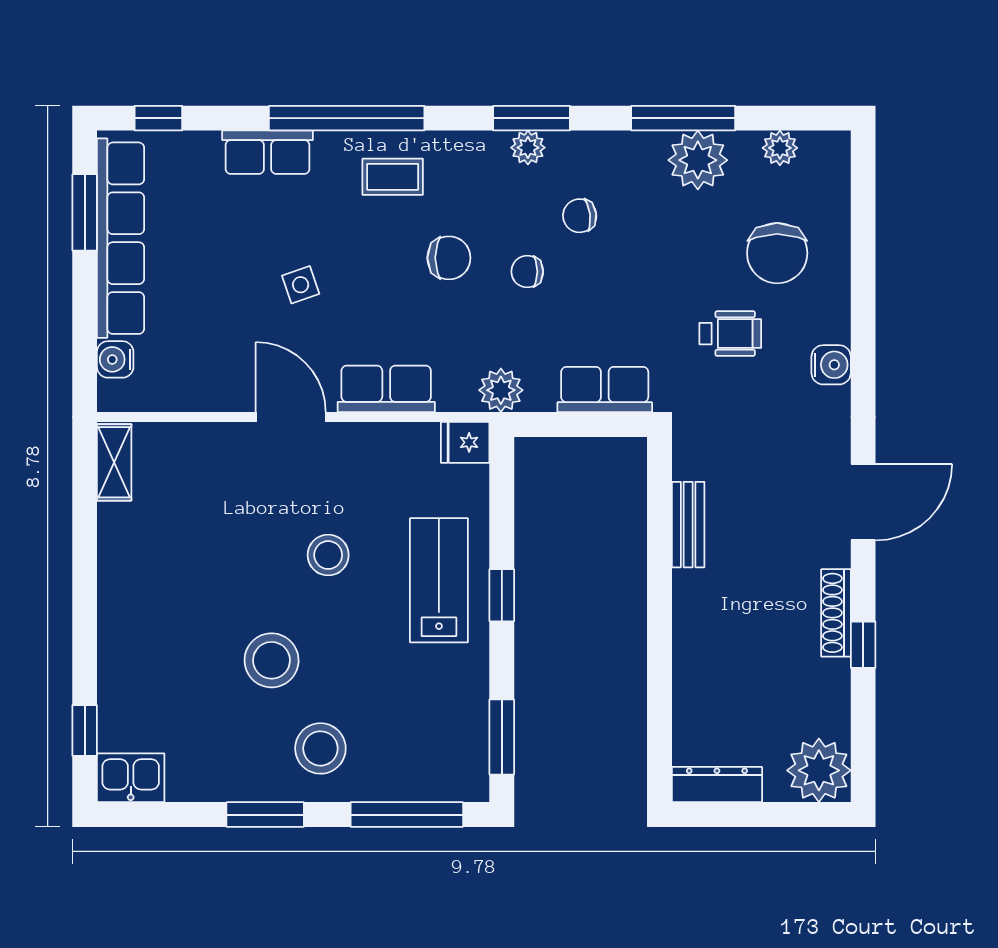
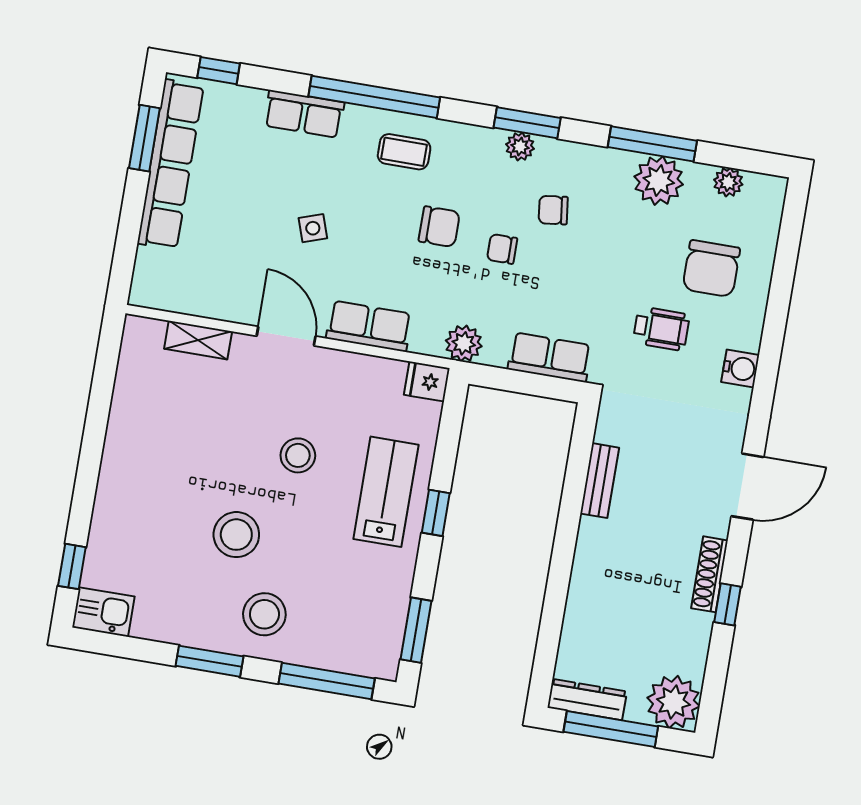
water cooler: (115, 359) -> (149, 264), removed
shelving: (114, 462) -> (198, 340), moved, turned 90
window: (751, 815) -> (611, 729), added

